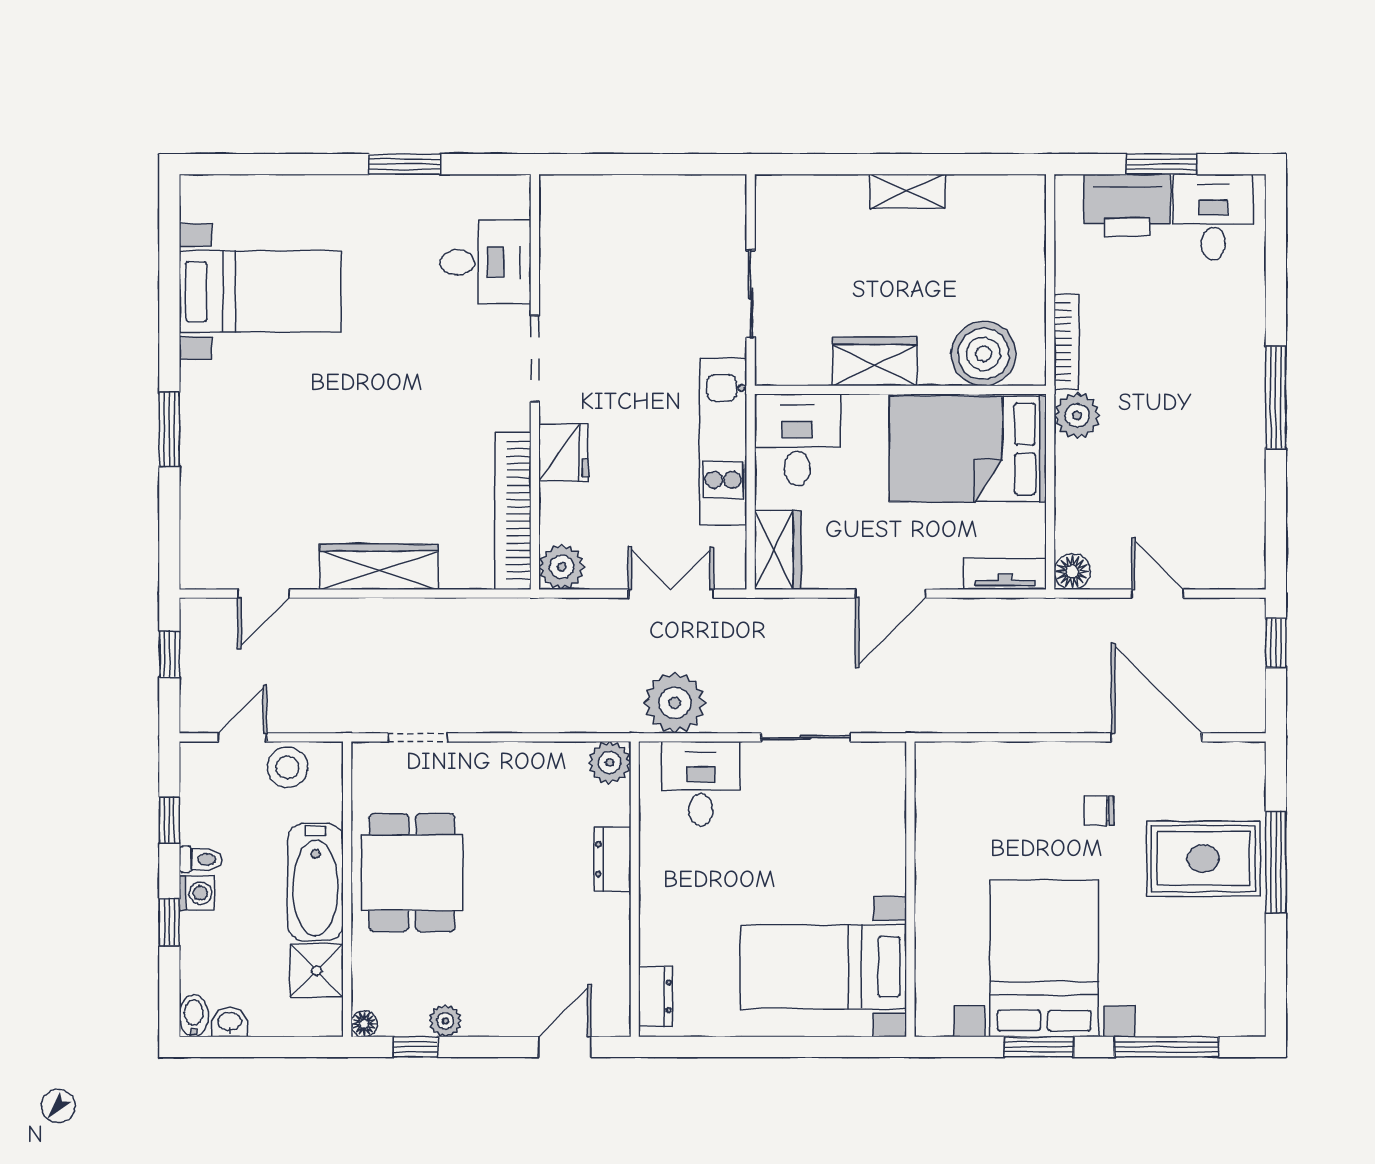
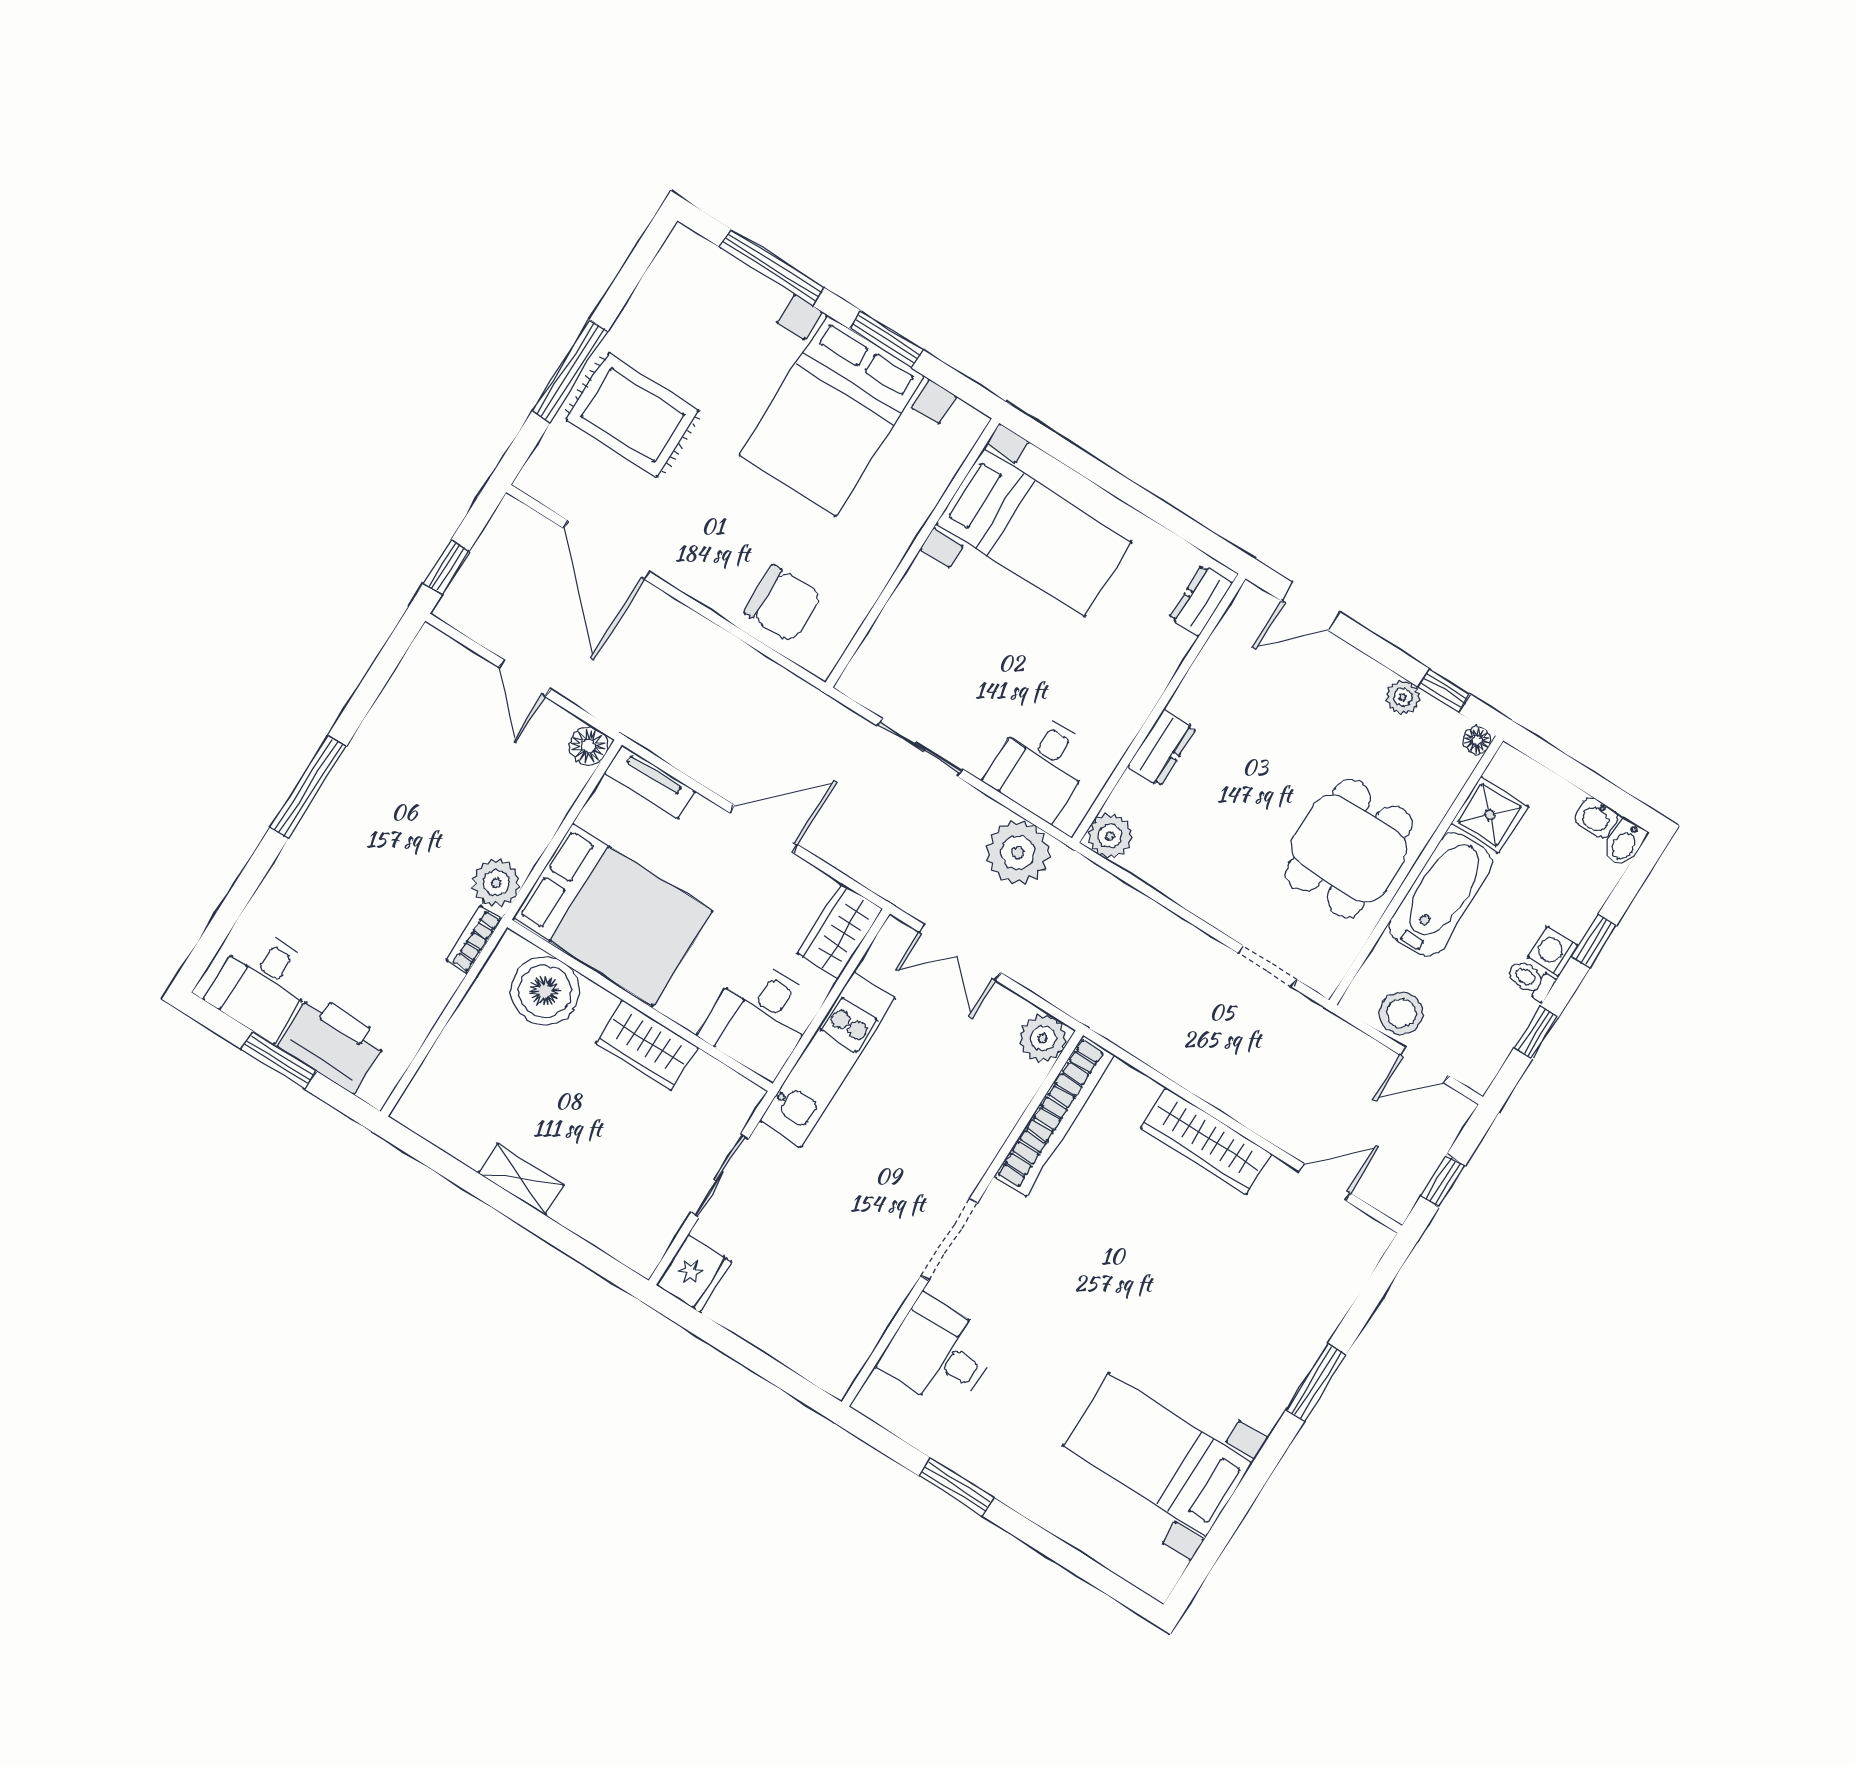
bookcase: (1066, 342) -> (474, 940), width x0.64
fridge: (564, 452) -> (694, 1273), moved, turned 180
chair: (1099, 811) -> (783, 604), moved, width x1.87, depth x1.87

